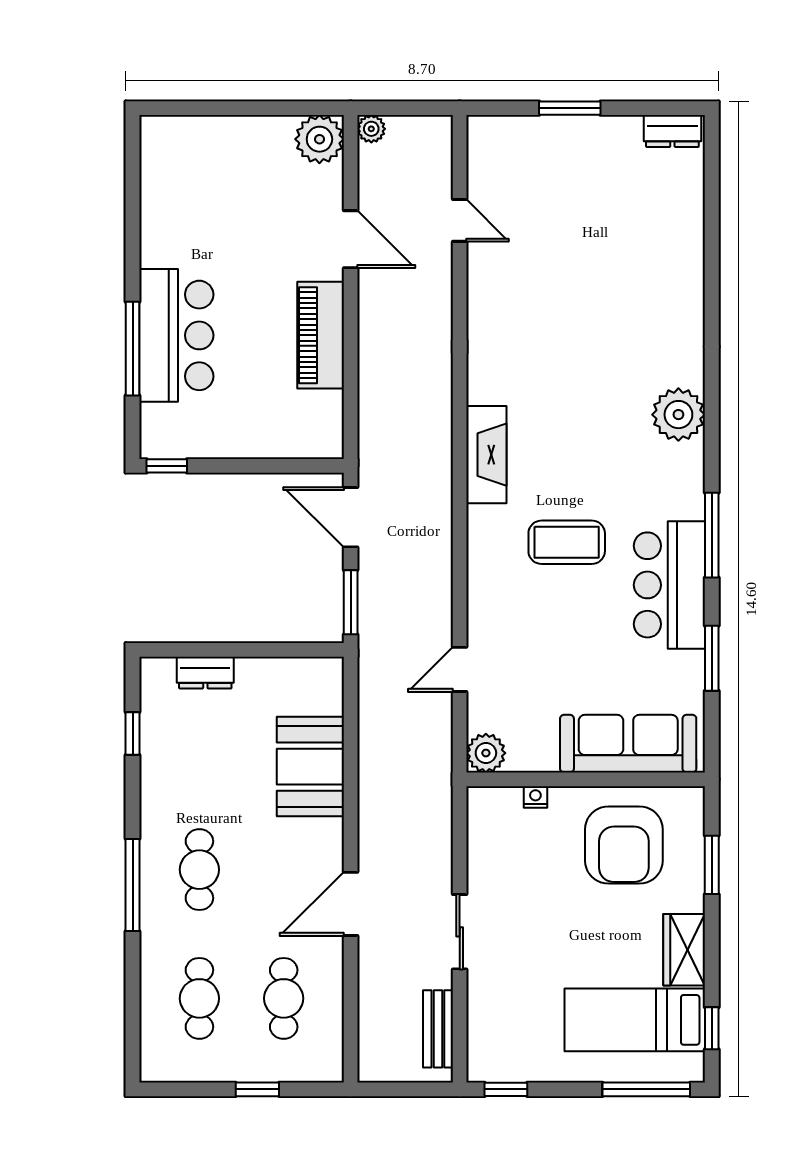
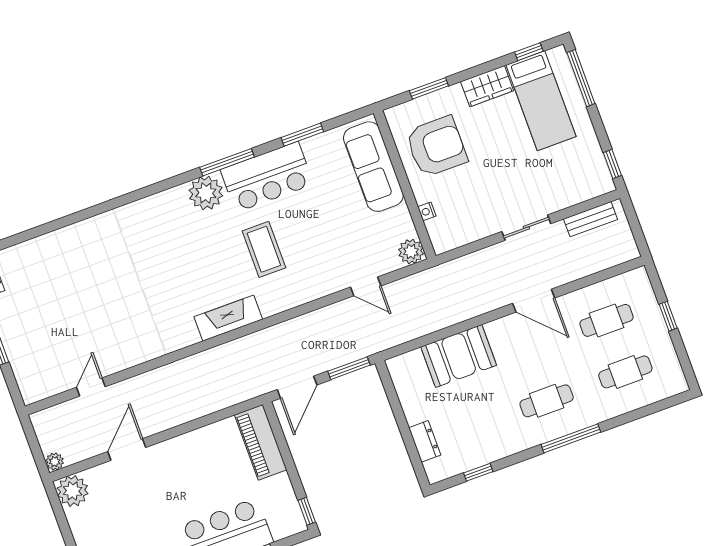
piano: (321, 335) -> (261, 442), moved, turned 90
plant: (678, 415) -> (206, 193), moved

